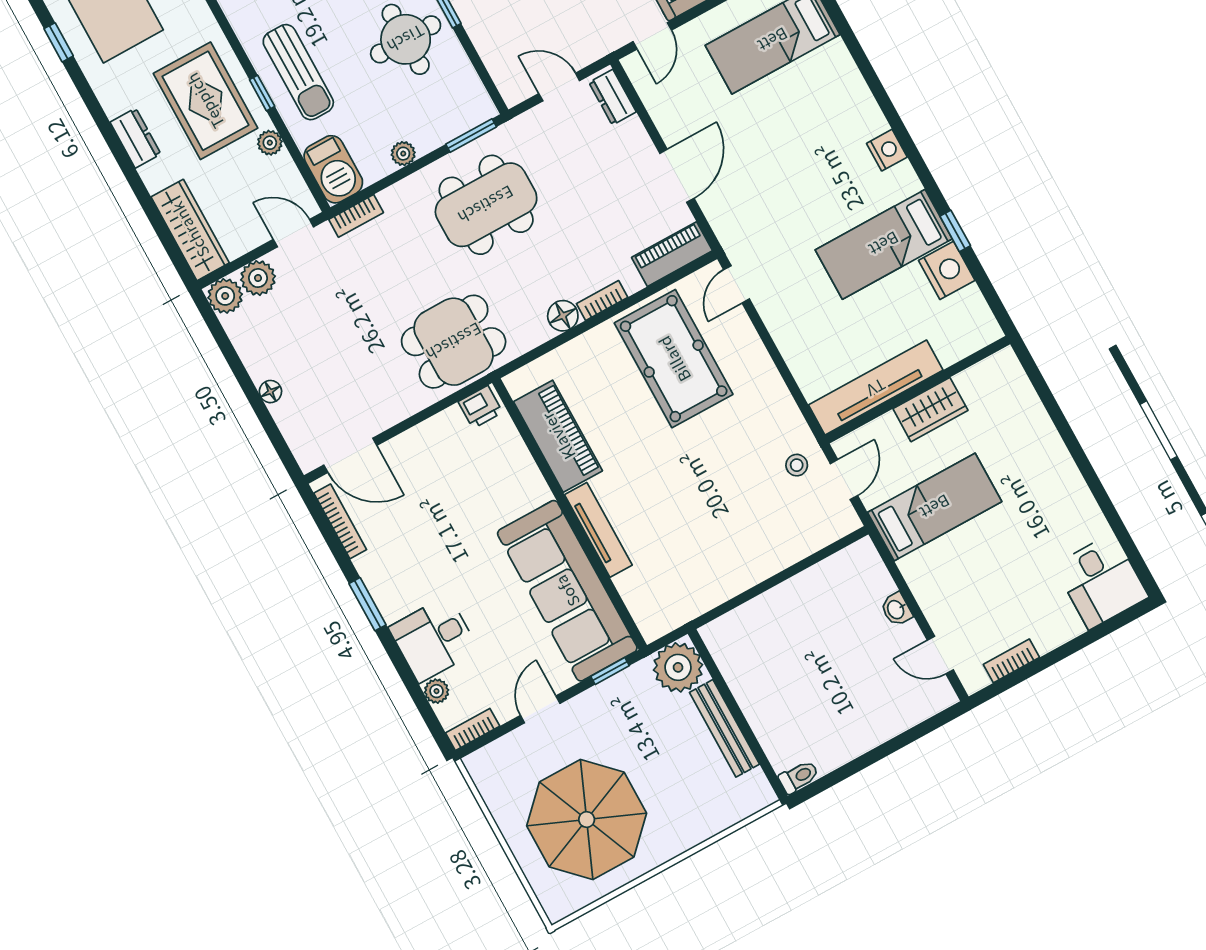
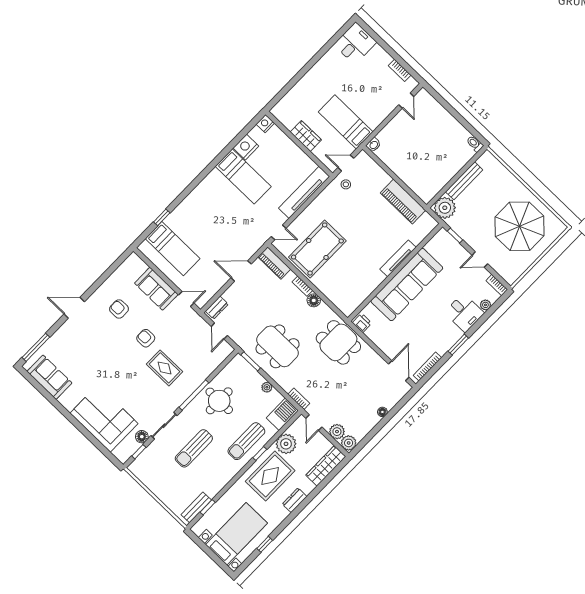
sun lounger: (298, 72) -> (246, 441), turned 180
plant: (270, 143) -> (286, 444), width x1.87, depth x1.87
nightstand: (887, 150) -> (265, 124), moved
window: (955, 231) -> (162, 217), moved
tv unit: (876, 388) -> (304, 192), moved, turned 90
piano: (558, 436) -> (403, 202), moved, turned -90
sofa: (567, 591) -> (407, 284), moved
washbasin: (896, 609) -> (374, 145), moved

